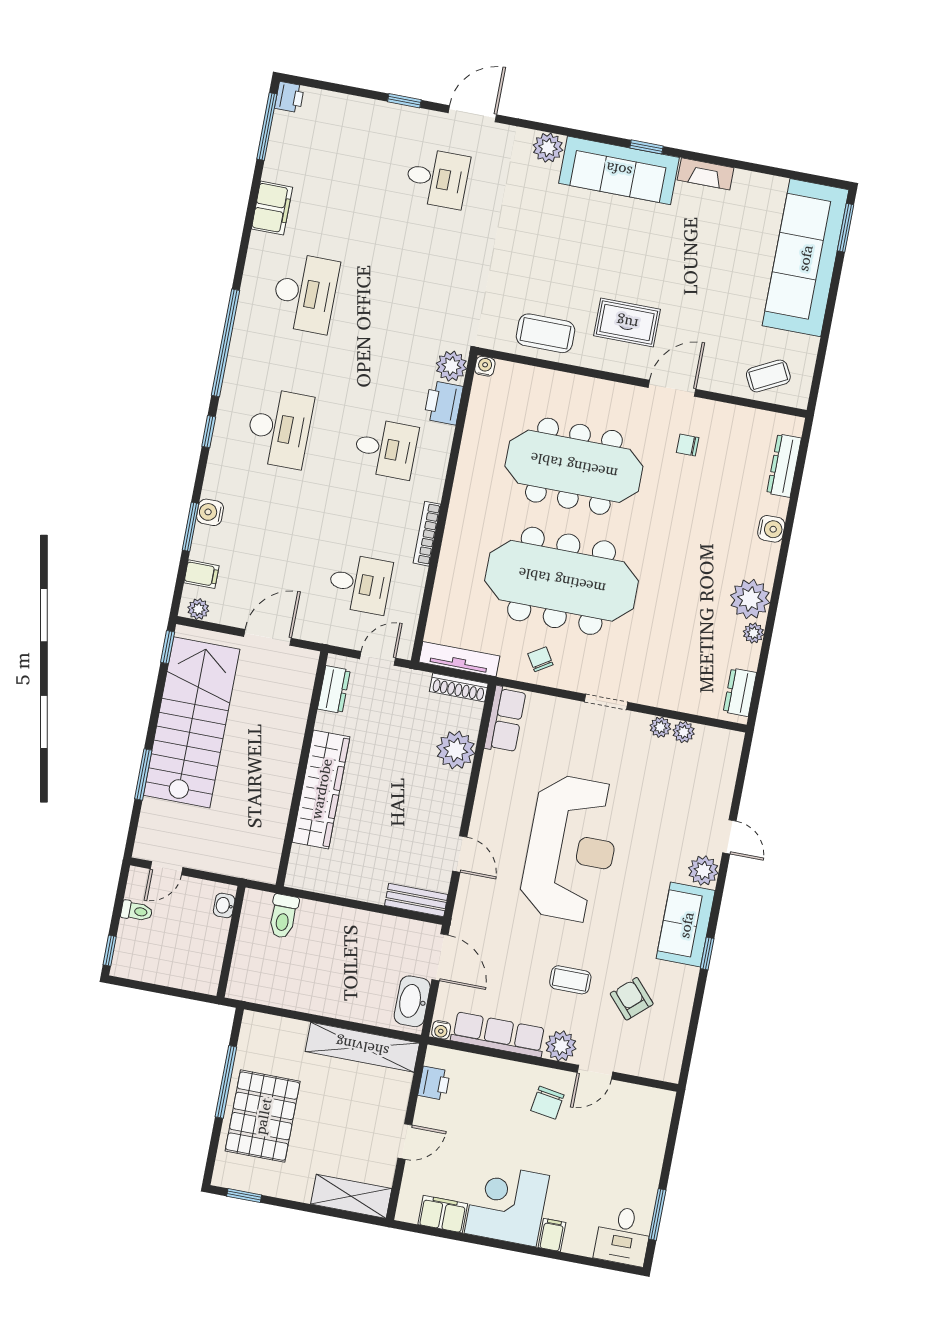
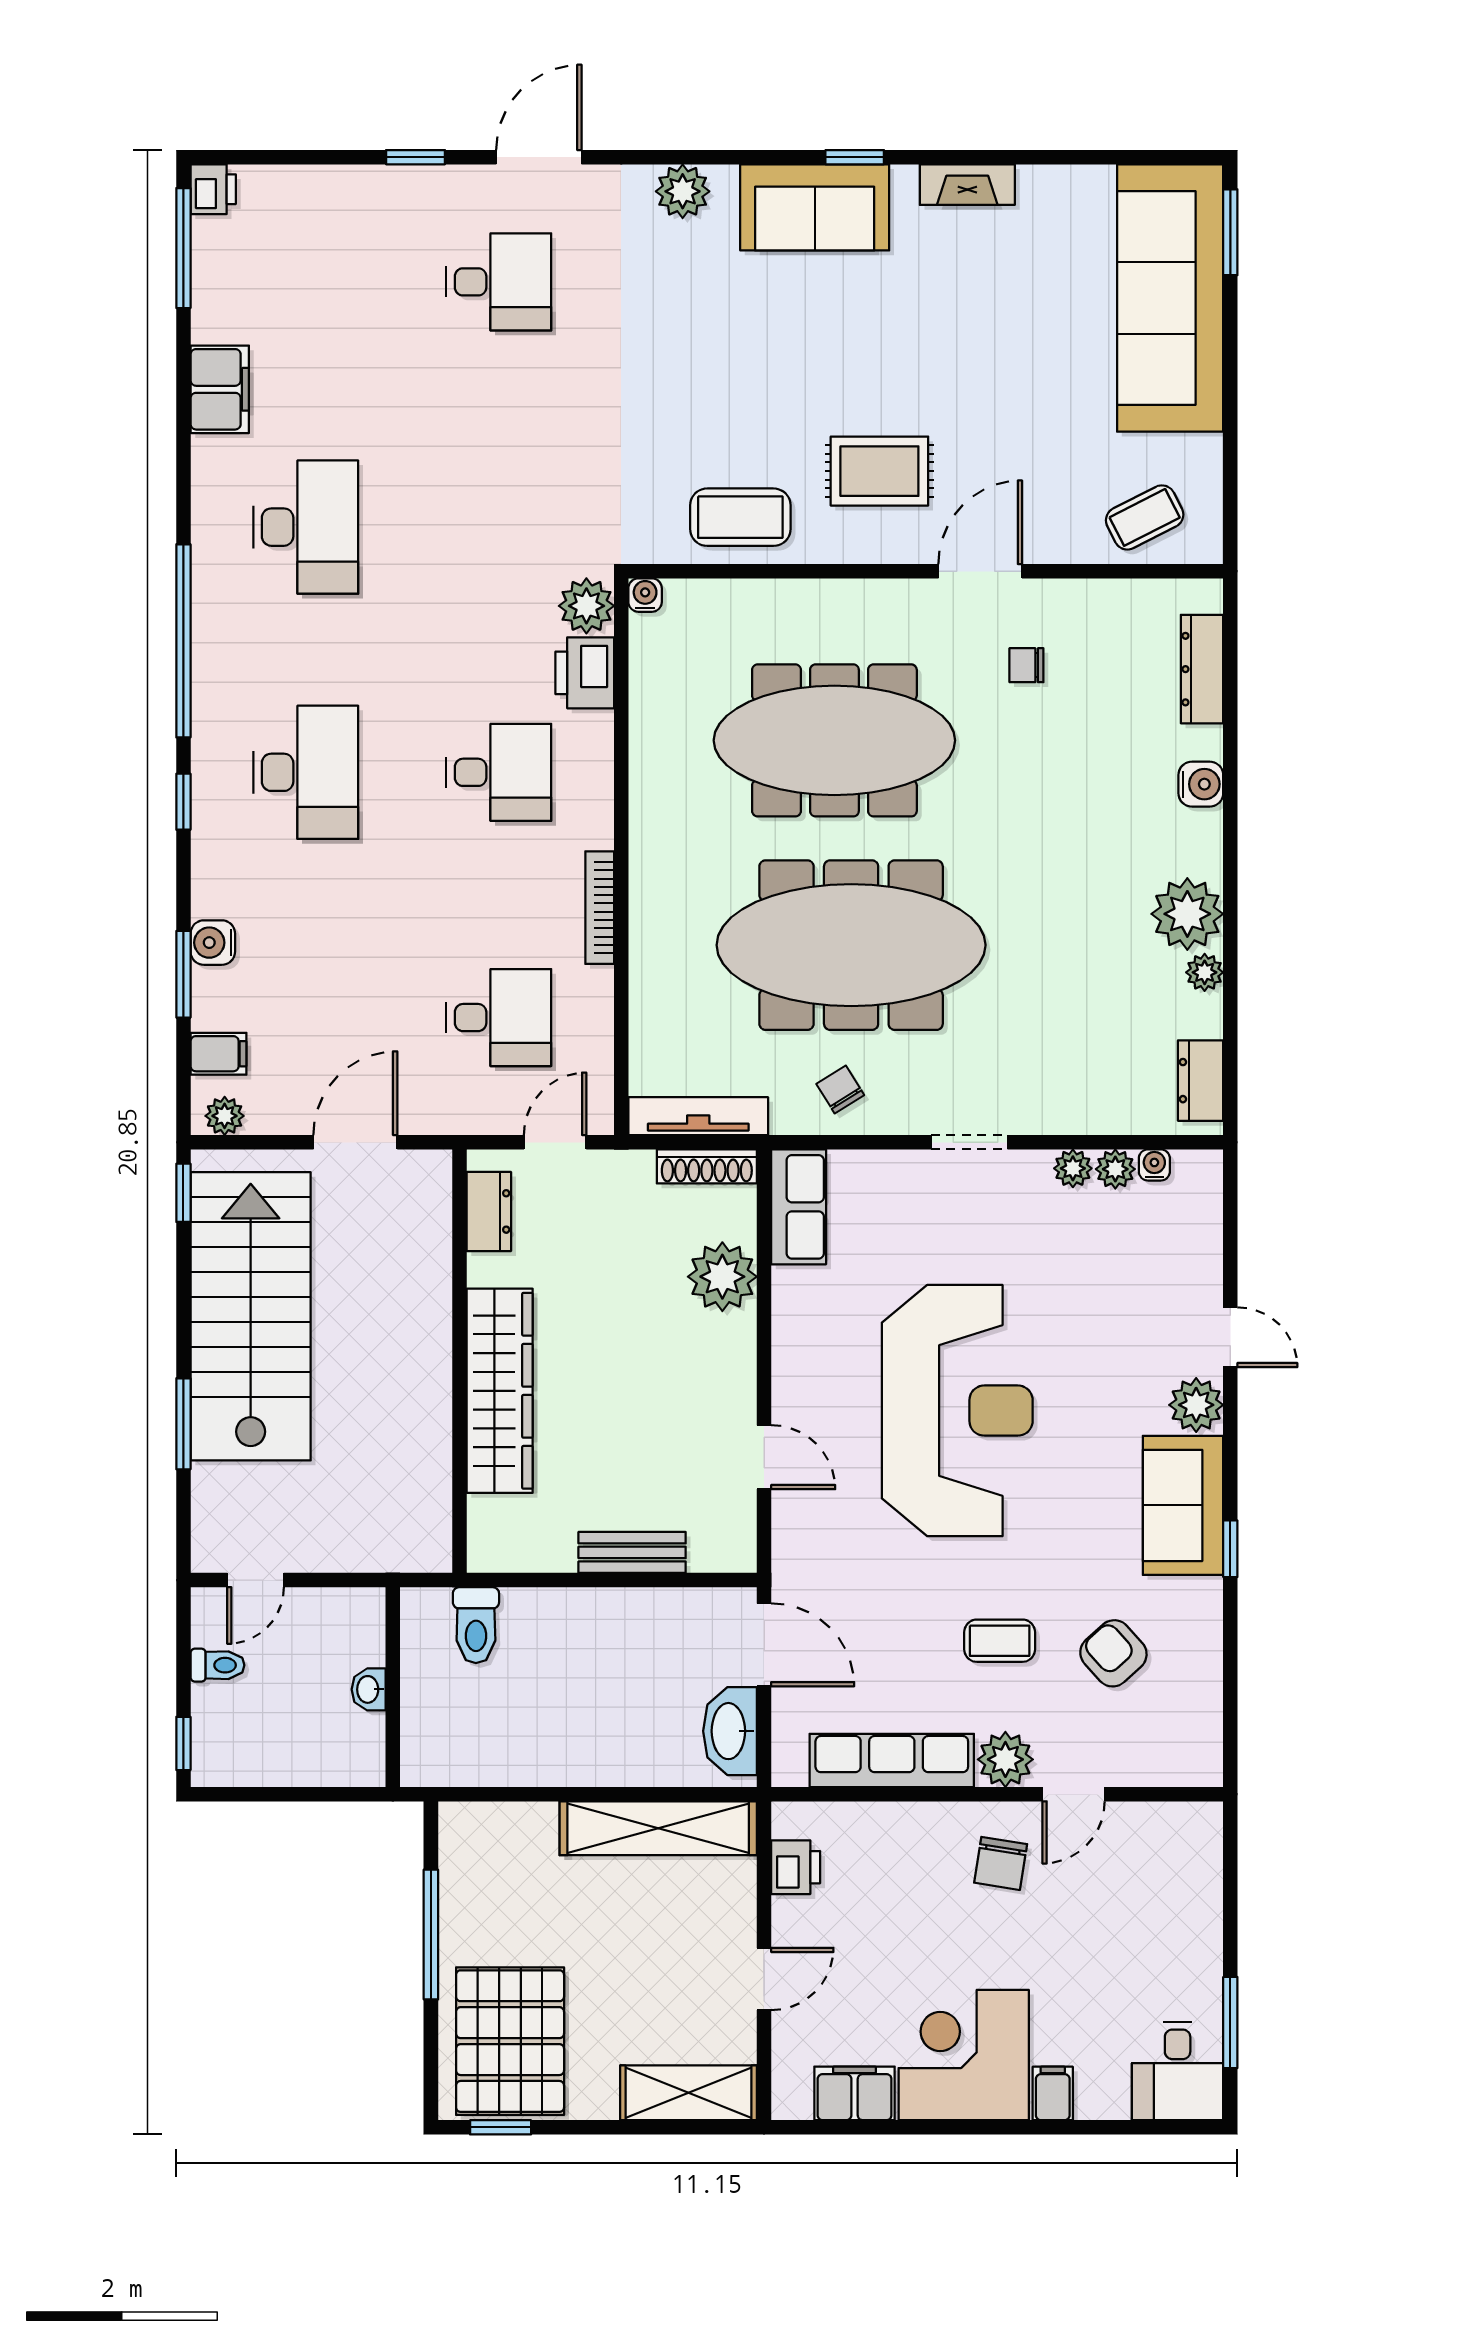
sofa: (619, 170) -> (815, 207), width x0.73
bench: (416, 900) -> (632, 1552), moved
washbasin: (224, 905) -> (369, 1689), moved
water cooler: (441, 1030) -> (1154, 1165), moved, turned 180
pallet: (263, 1116) -> (510, 2041), moved

